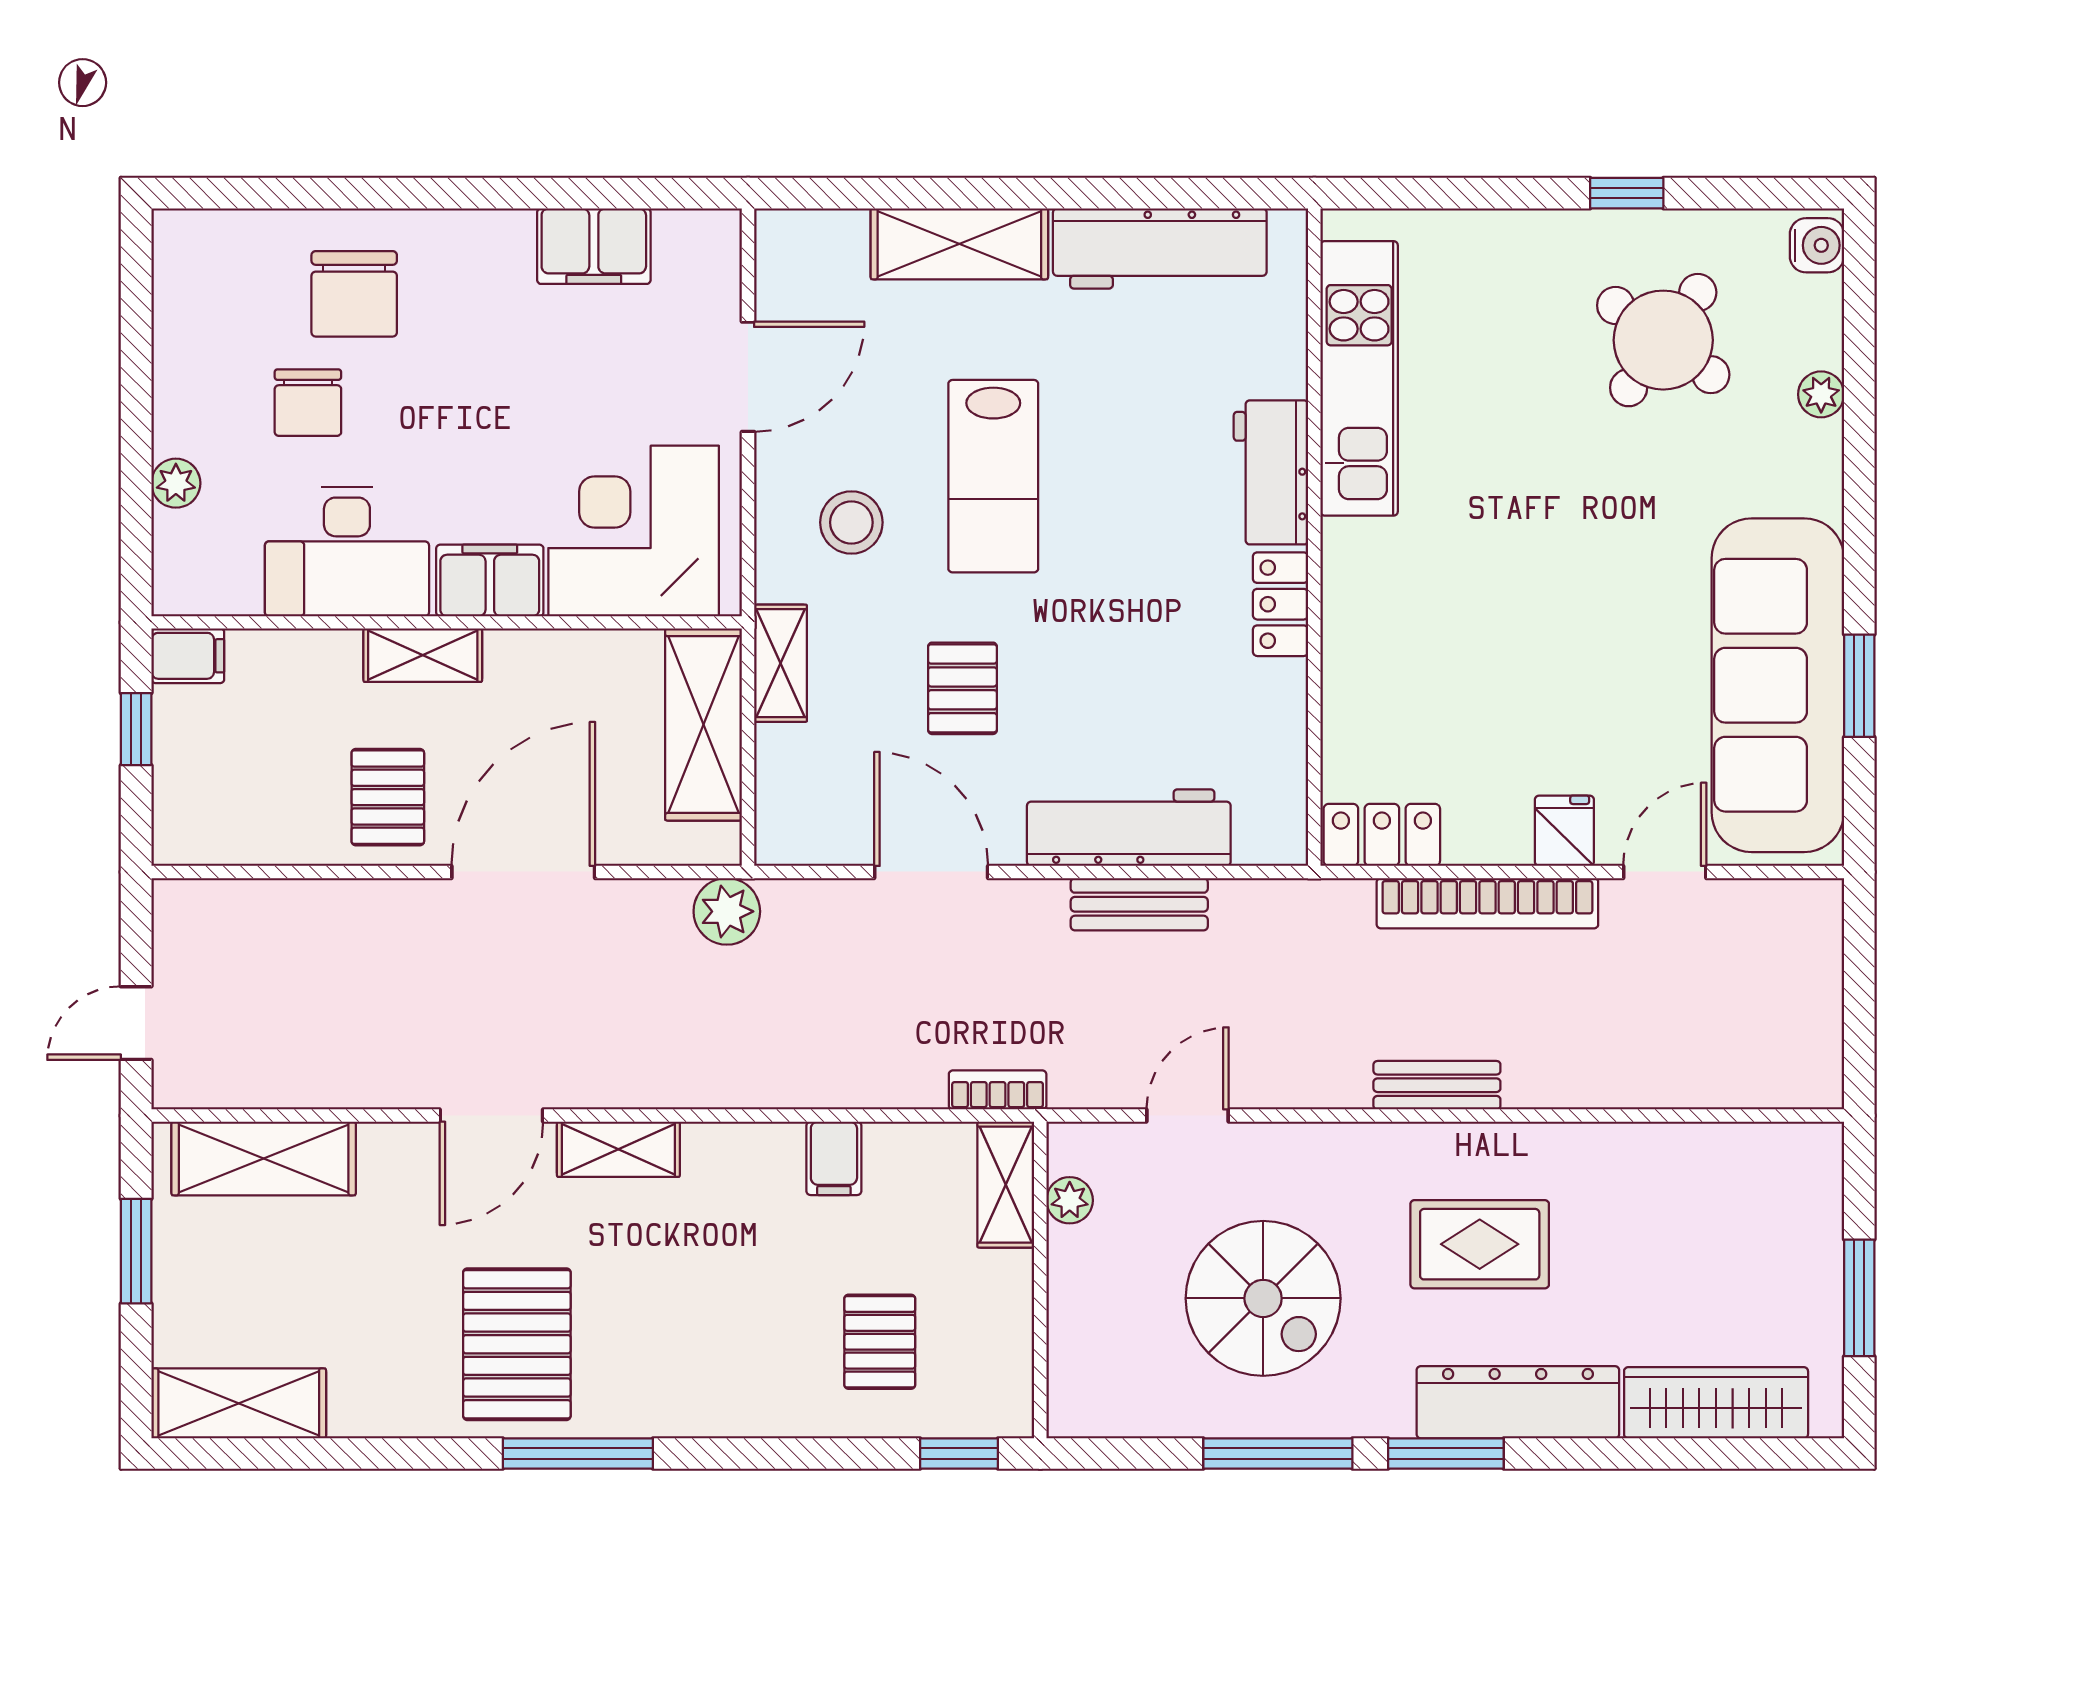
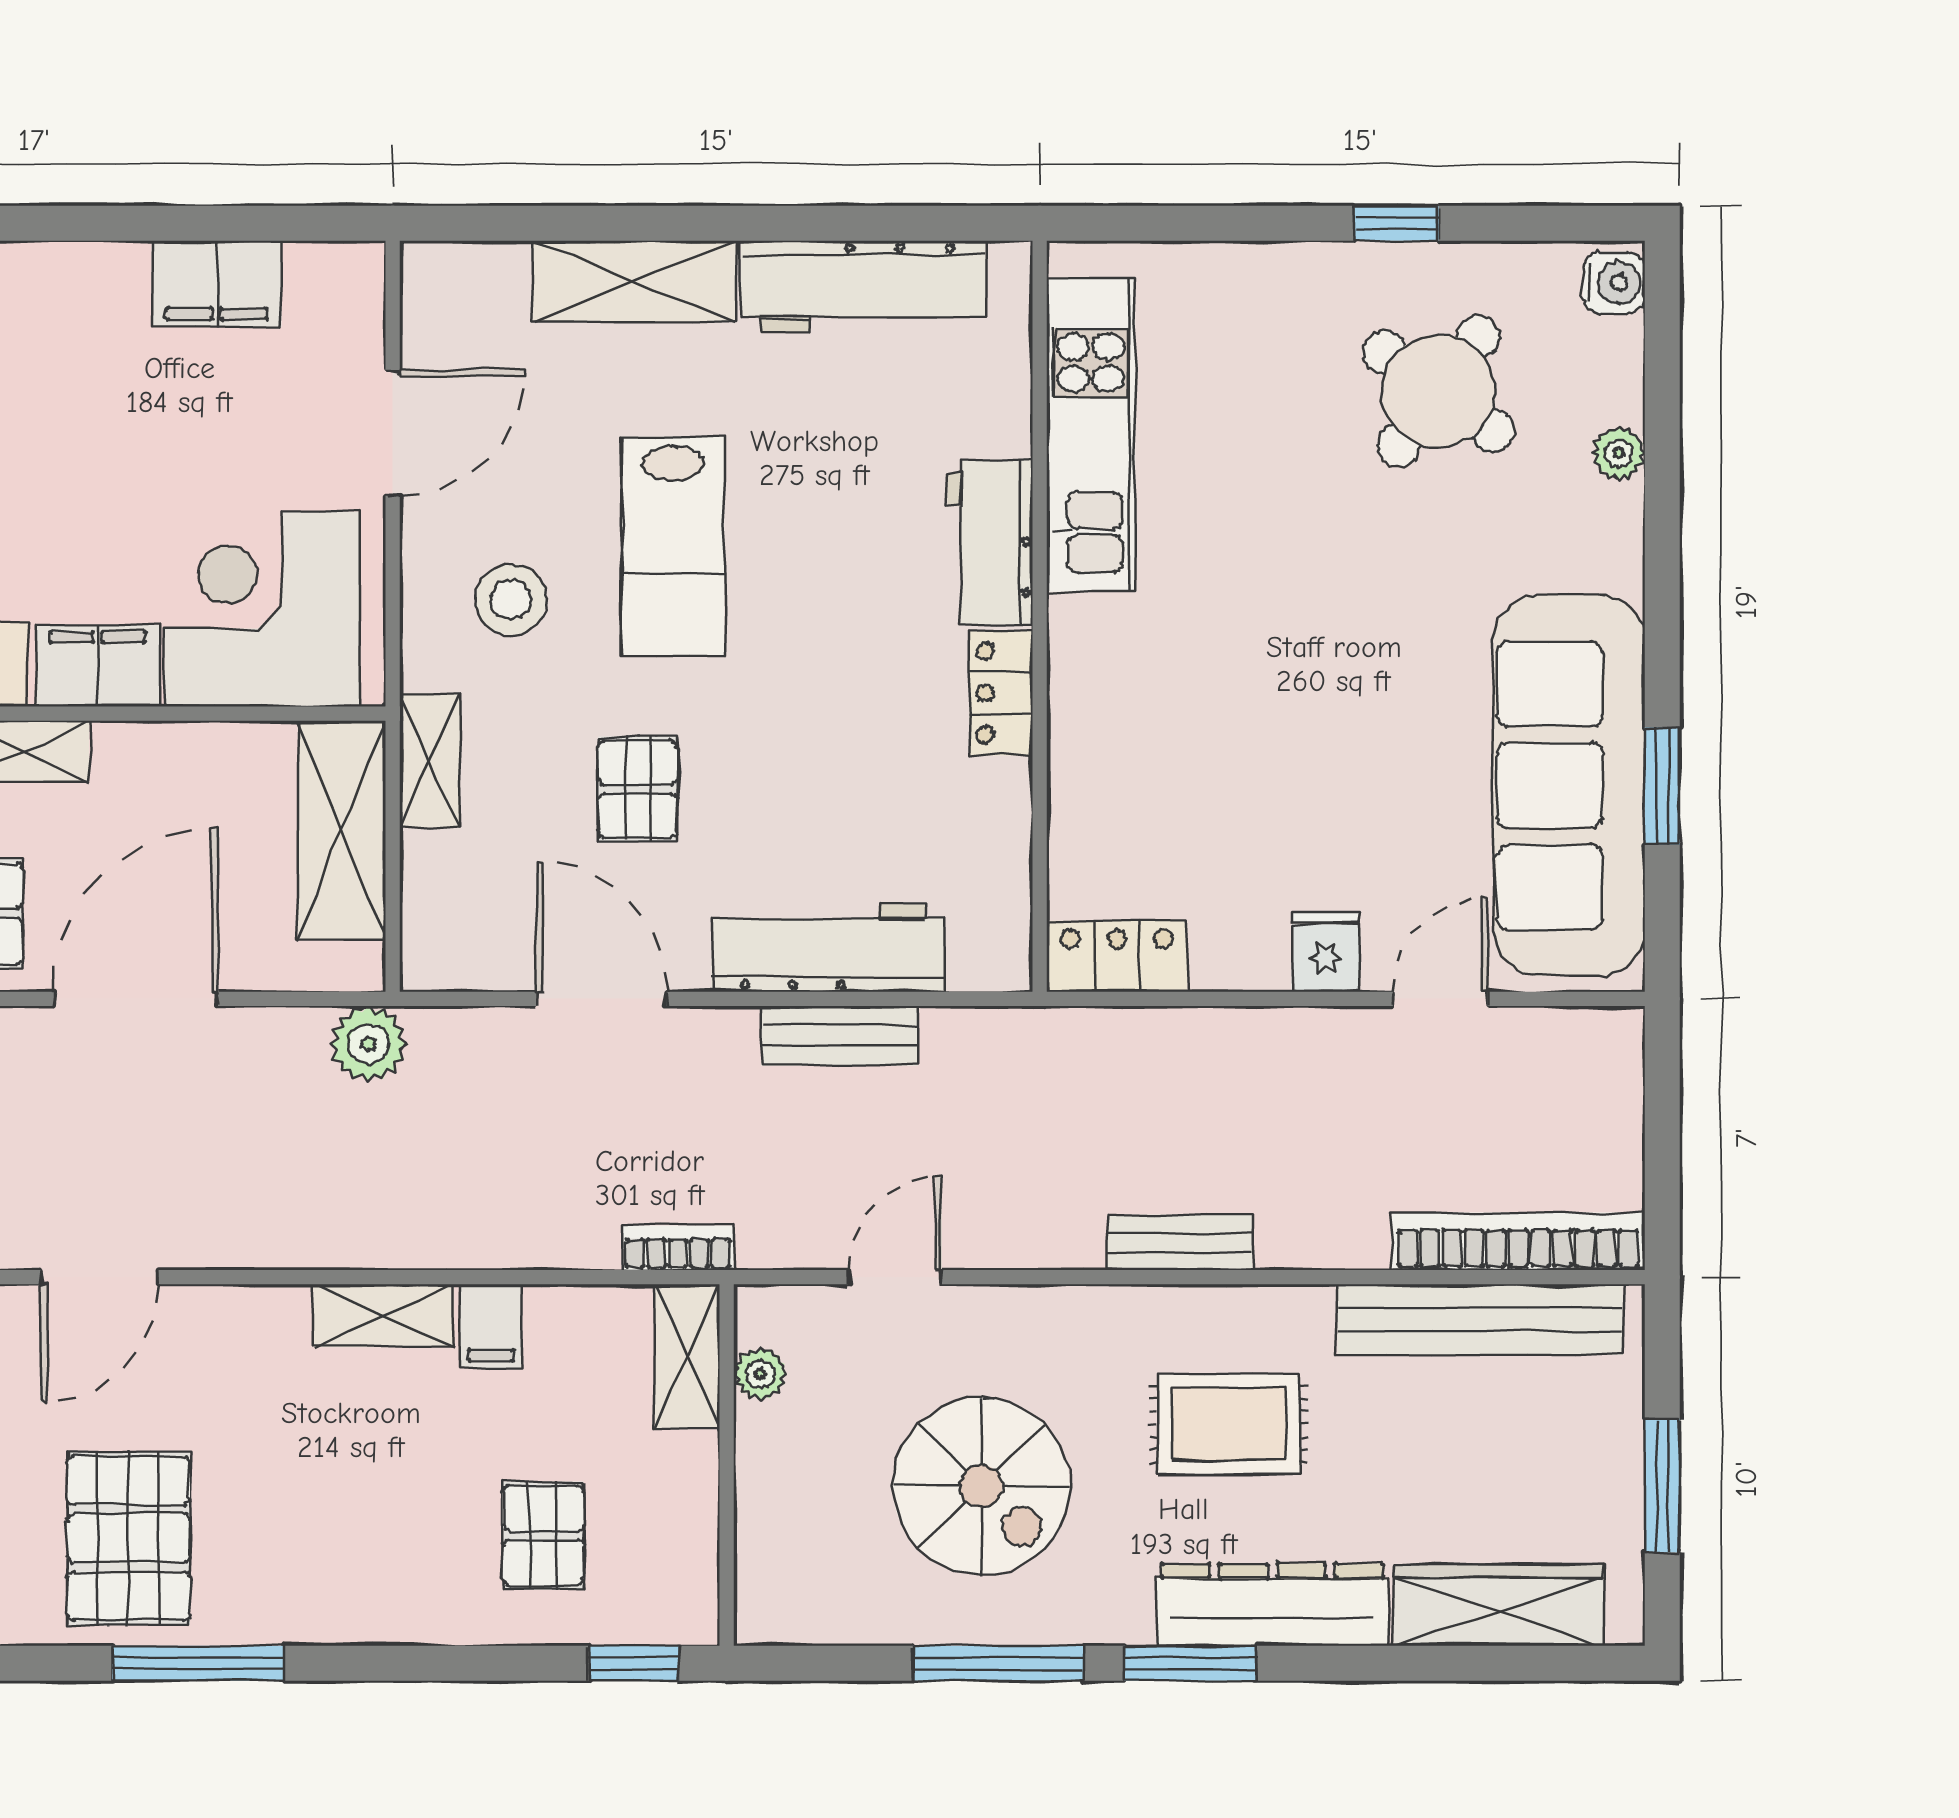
bookcase: (1487, 903) -> (1518, 1241), moved, turned 180
shelving: (618, 1149) -> (384, 1316), moved
bench: (1700, 1153) -> (1480, 1320), added

